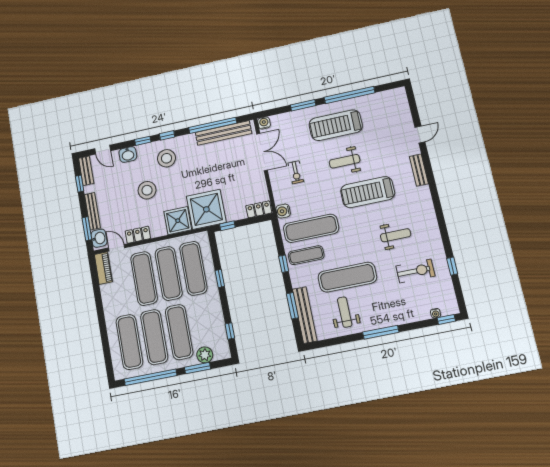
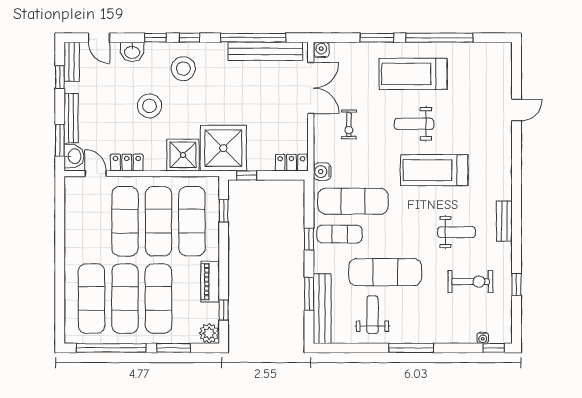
bench: (419, 170) -> (504, 221), moved
piano: (103, 268) -> (210, 282), moved, turned 180
window: (220, 278) -> (224, 211), moved
plant: (205, 355) -> (209, 333), moved

